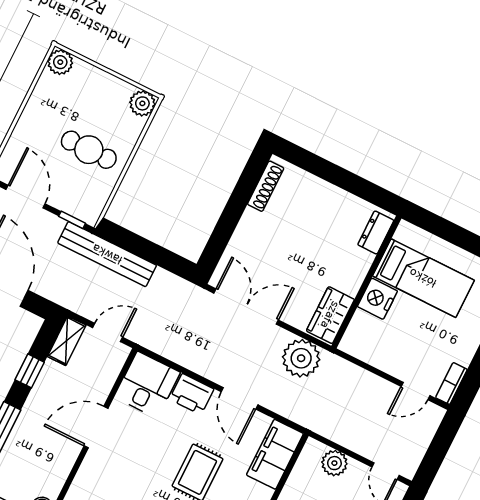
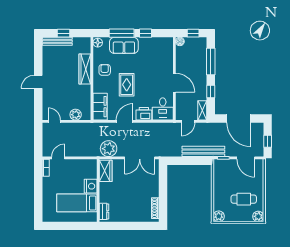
cafe table: (89, 150) -> (244, 199), moved
door: (240, 398) -> (125, 121), hinge flipped
door: (96, 427) -> (174, 83), hinge flipped

